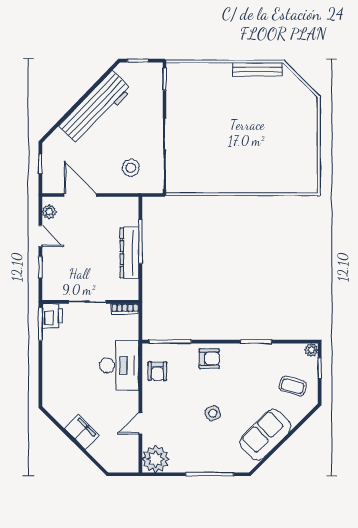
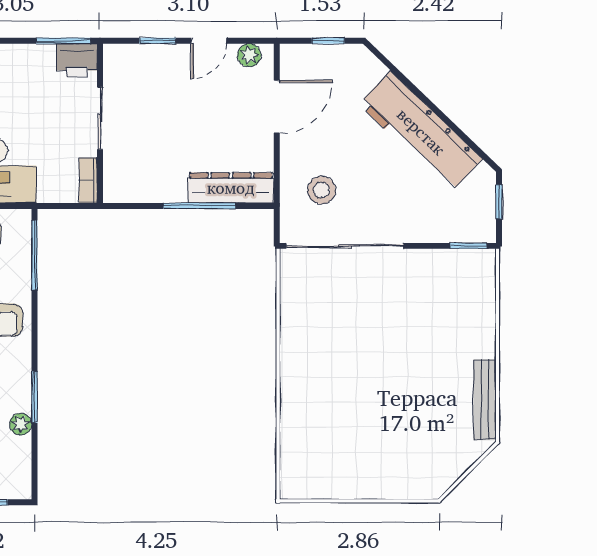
dresser: (129, 253) -> (231, 188), moved
plant: (311, 350) -> (21, 424), moved

